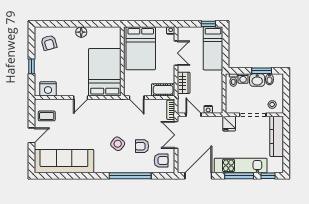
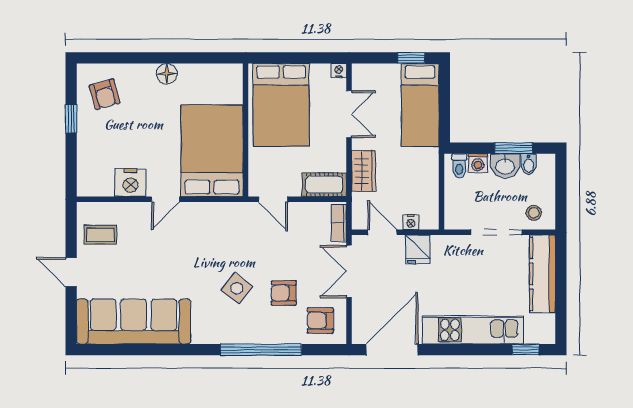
window: (31, 66) -> (71, 119), moved
nightstand: (48, 89) -> (131, 183), moved
fridge: (229, 124) -> (418, 249), moved
door: (31, 135) -> (71, 272), swing flipped
armchair: (161, 161) -> (320, 320), turned 180
window: (239, 176) -> (470, 350), removed

